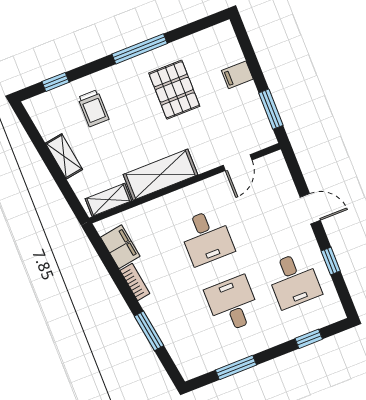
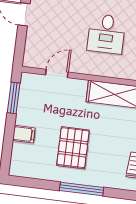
desk: (206, 237) -> (106, 34), turned 180

